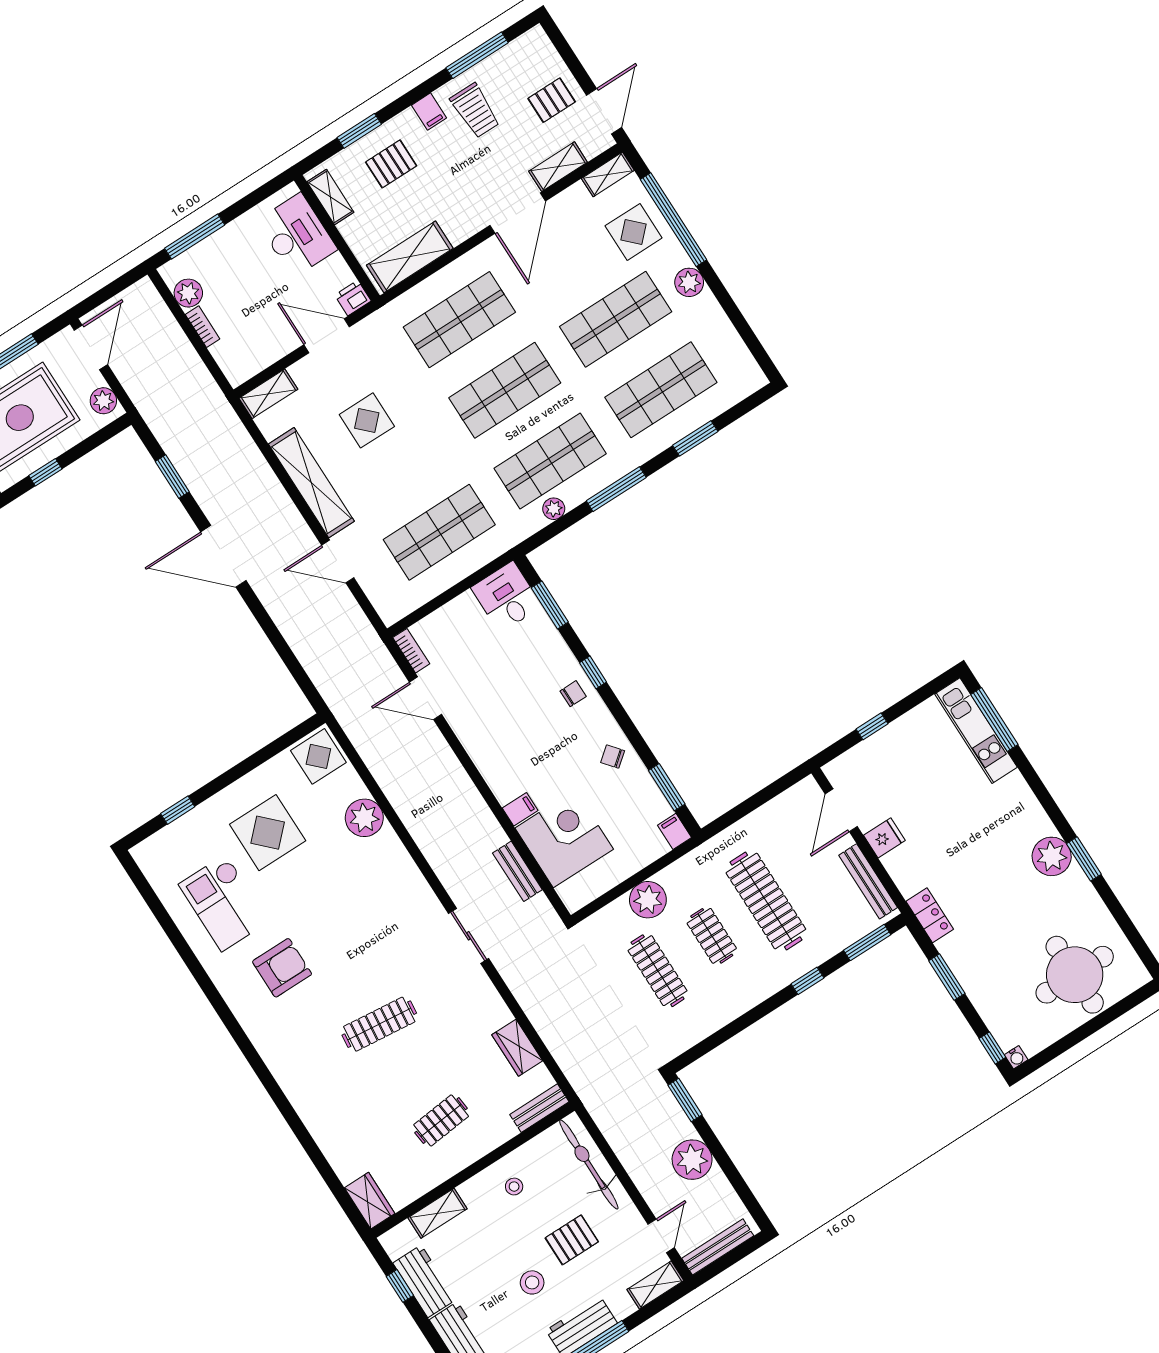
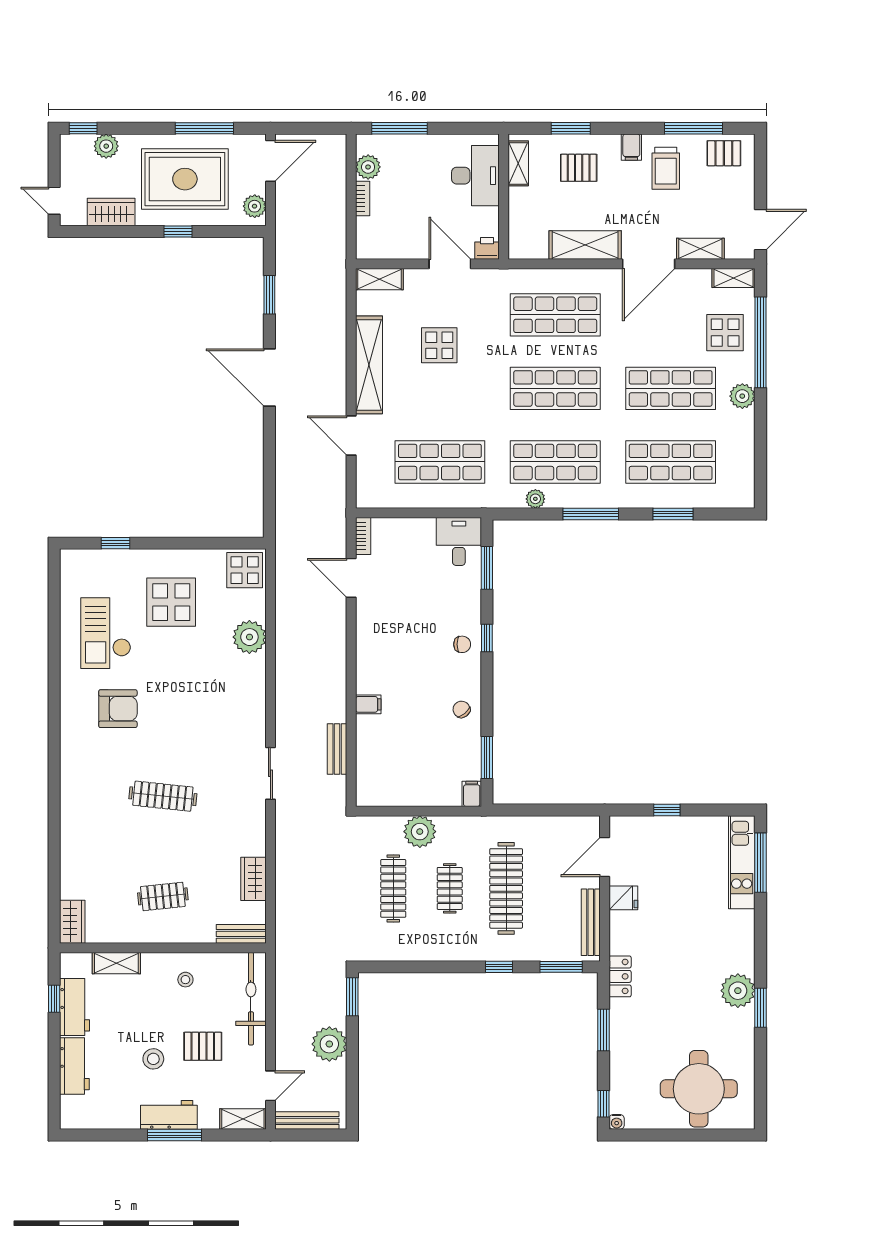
pallet: (552, 100) -> (724, 153), moved
shelving: (410, 257) -> (585, 245), moved
corner desk: (564, 839) -> (387, 747), removed

